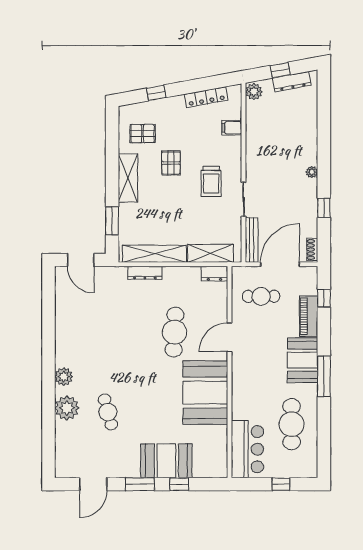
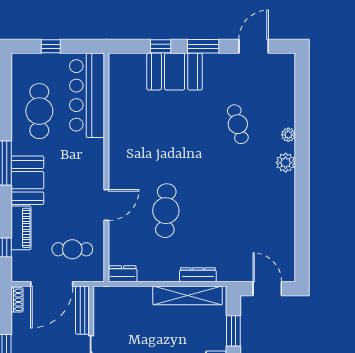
shelving: (210, 253) -> (127, 296), removed
booth: (205, 393) -> (133, 145), removed
plant: (67, 408) -> (288, 135), width x0.53, depth x0.53
bar counter: (247, 449) -> (87, 95), width x1.36

